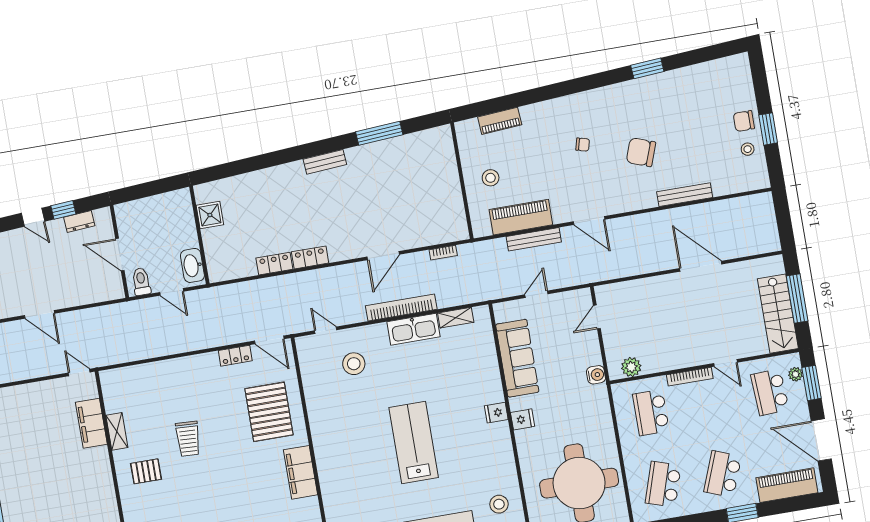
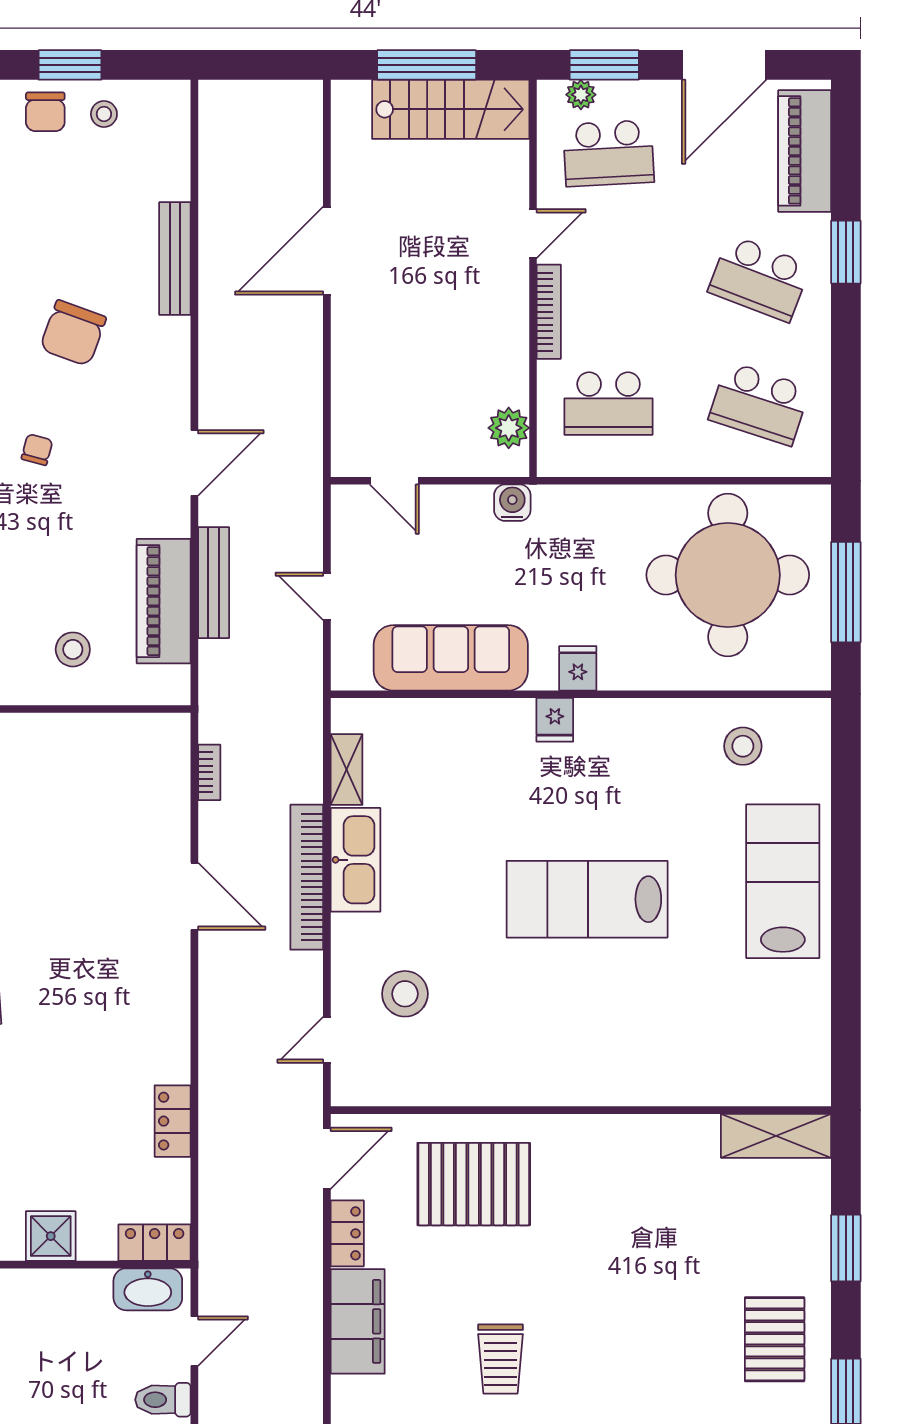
locker: (310, 257) -> (155, 1243), moved, turned 90
trolley: (188, 439) -> (500, 1359), turned 87
filing cabinet: (300, 472) -> (358, 1321), moved, turned -90

